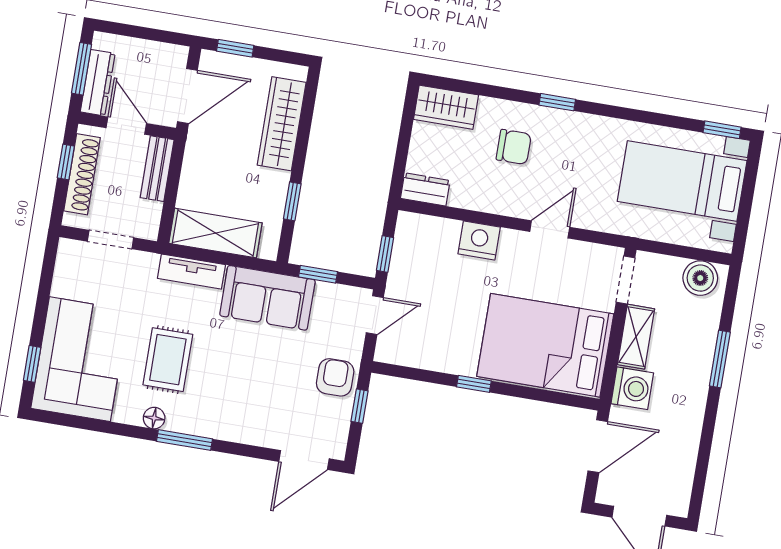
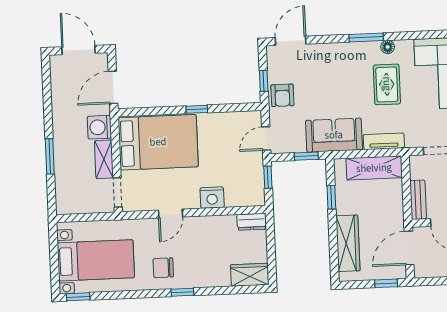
chair: (514, 147) -> (163, 268), moved
boiler: (700, 278) -> (72, 203), removed

